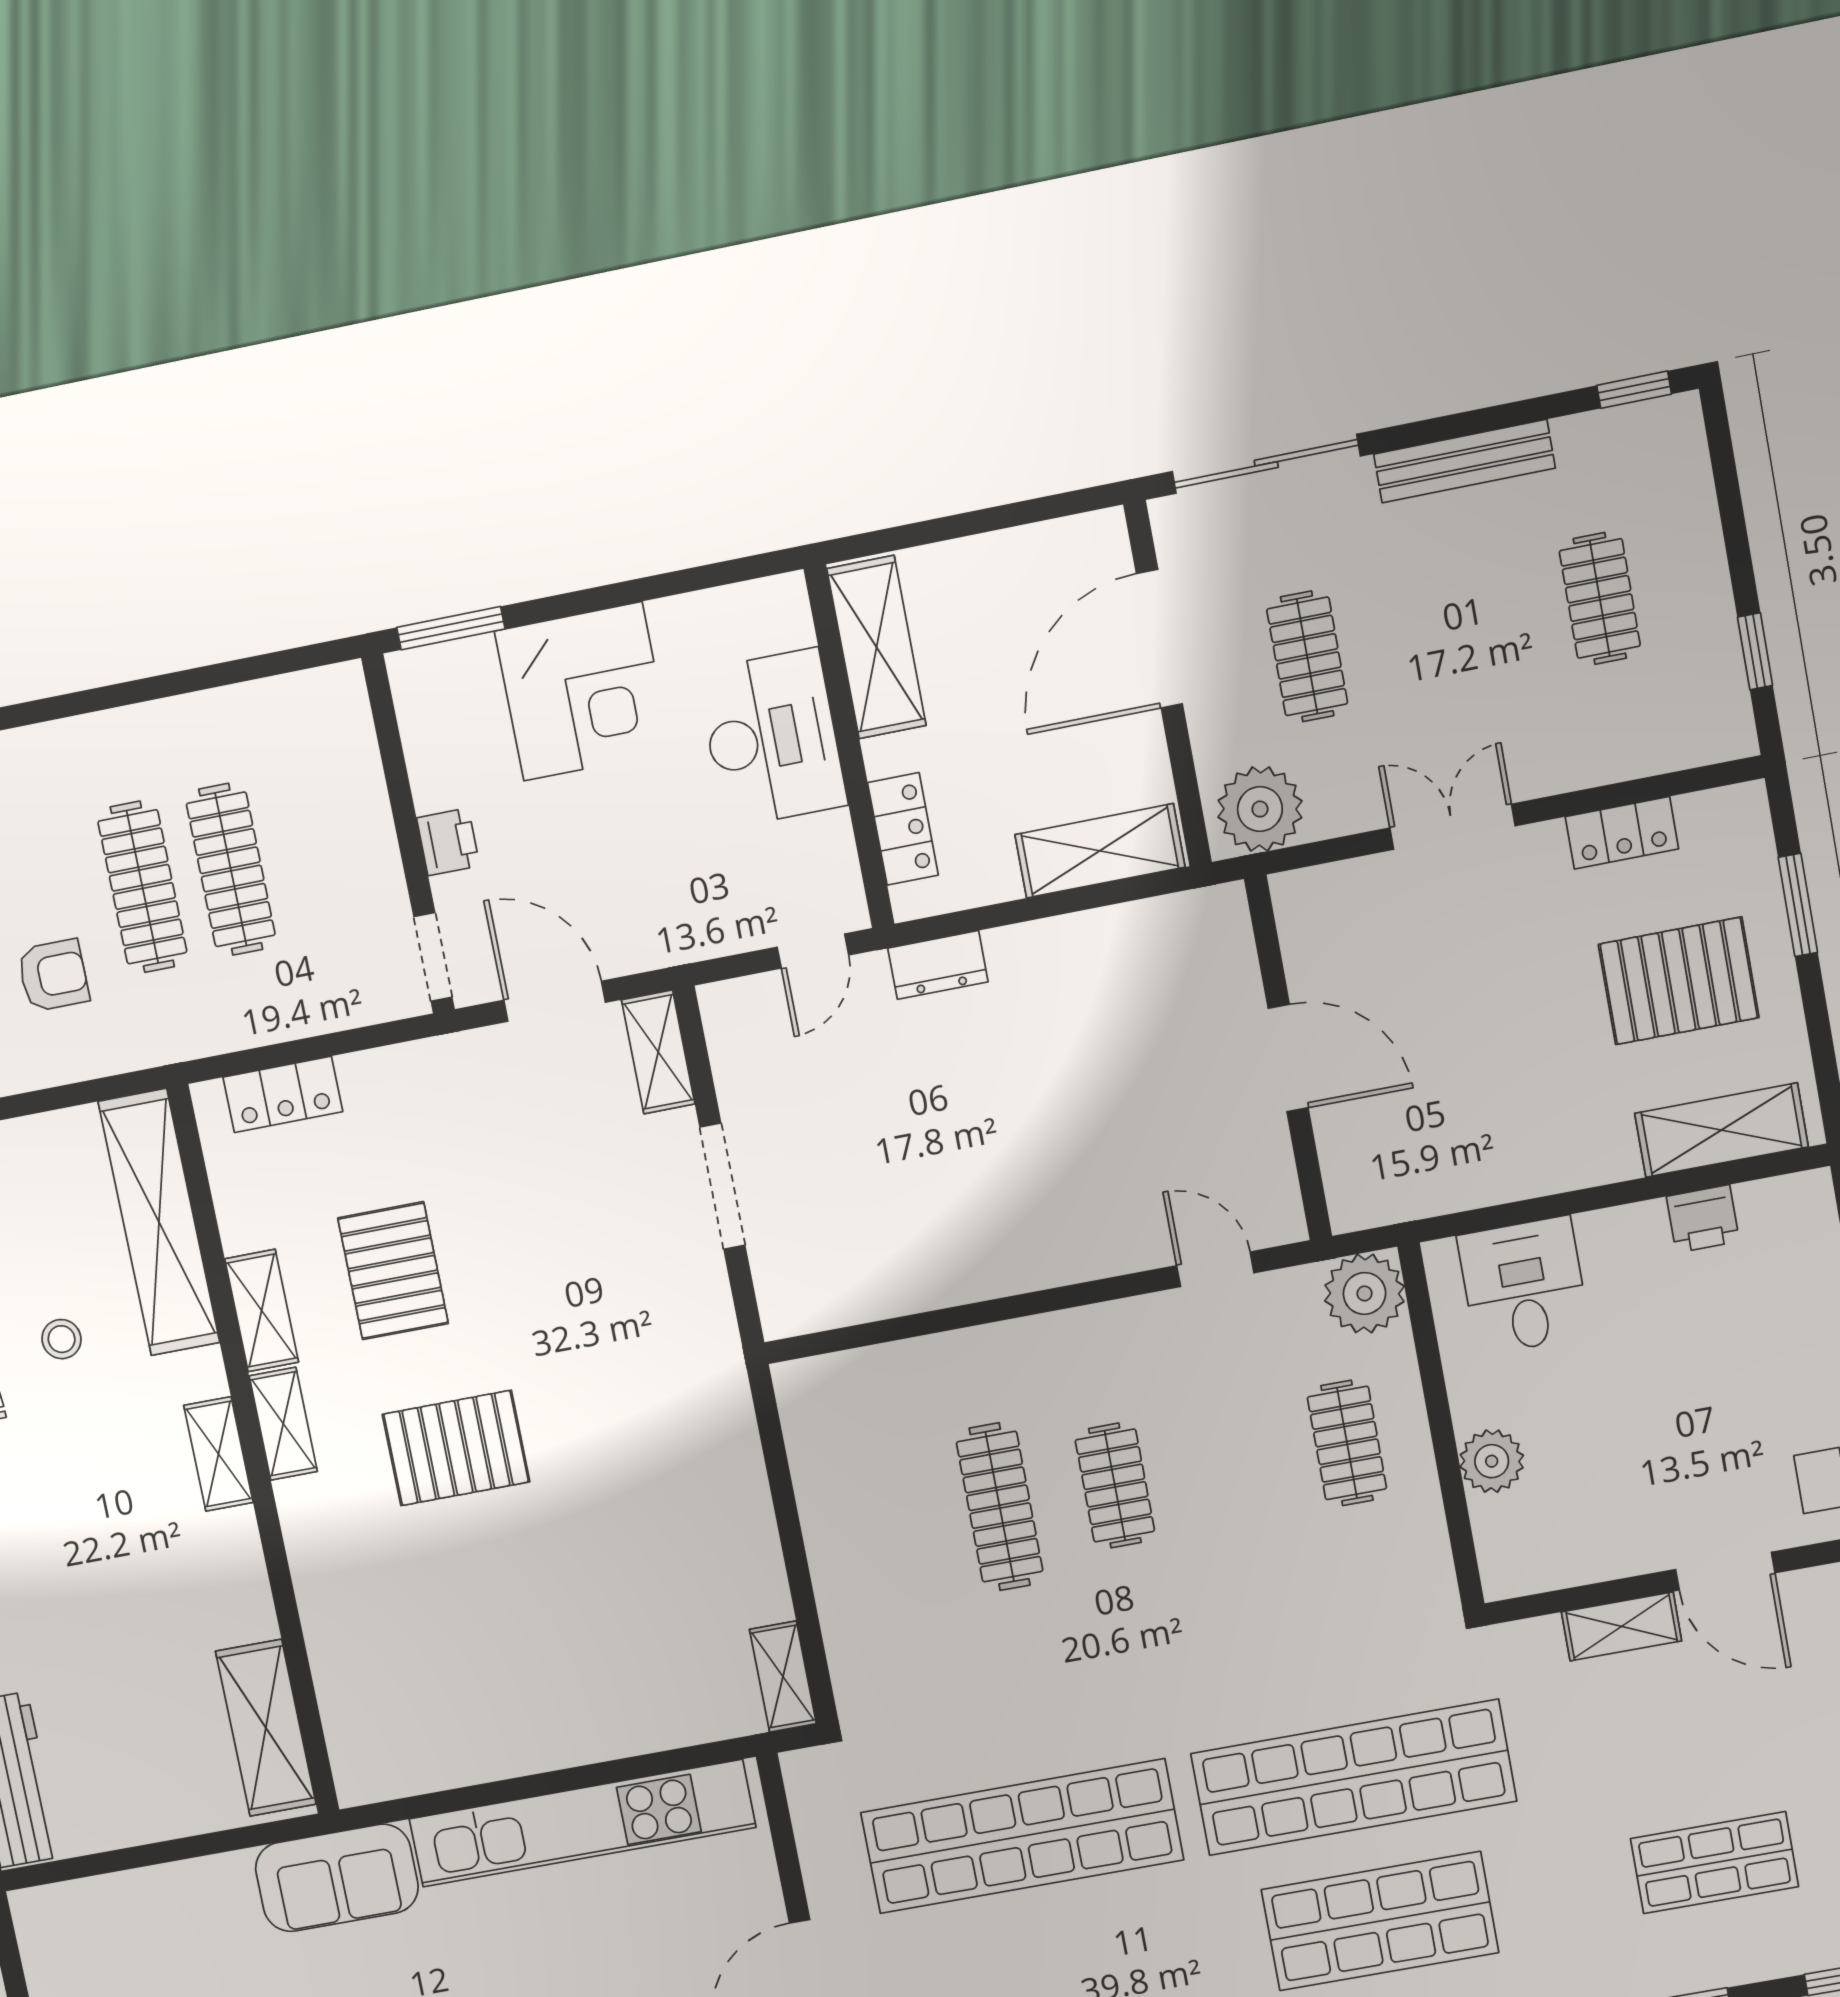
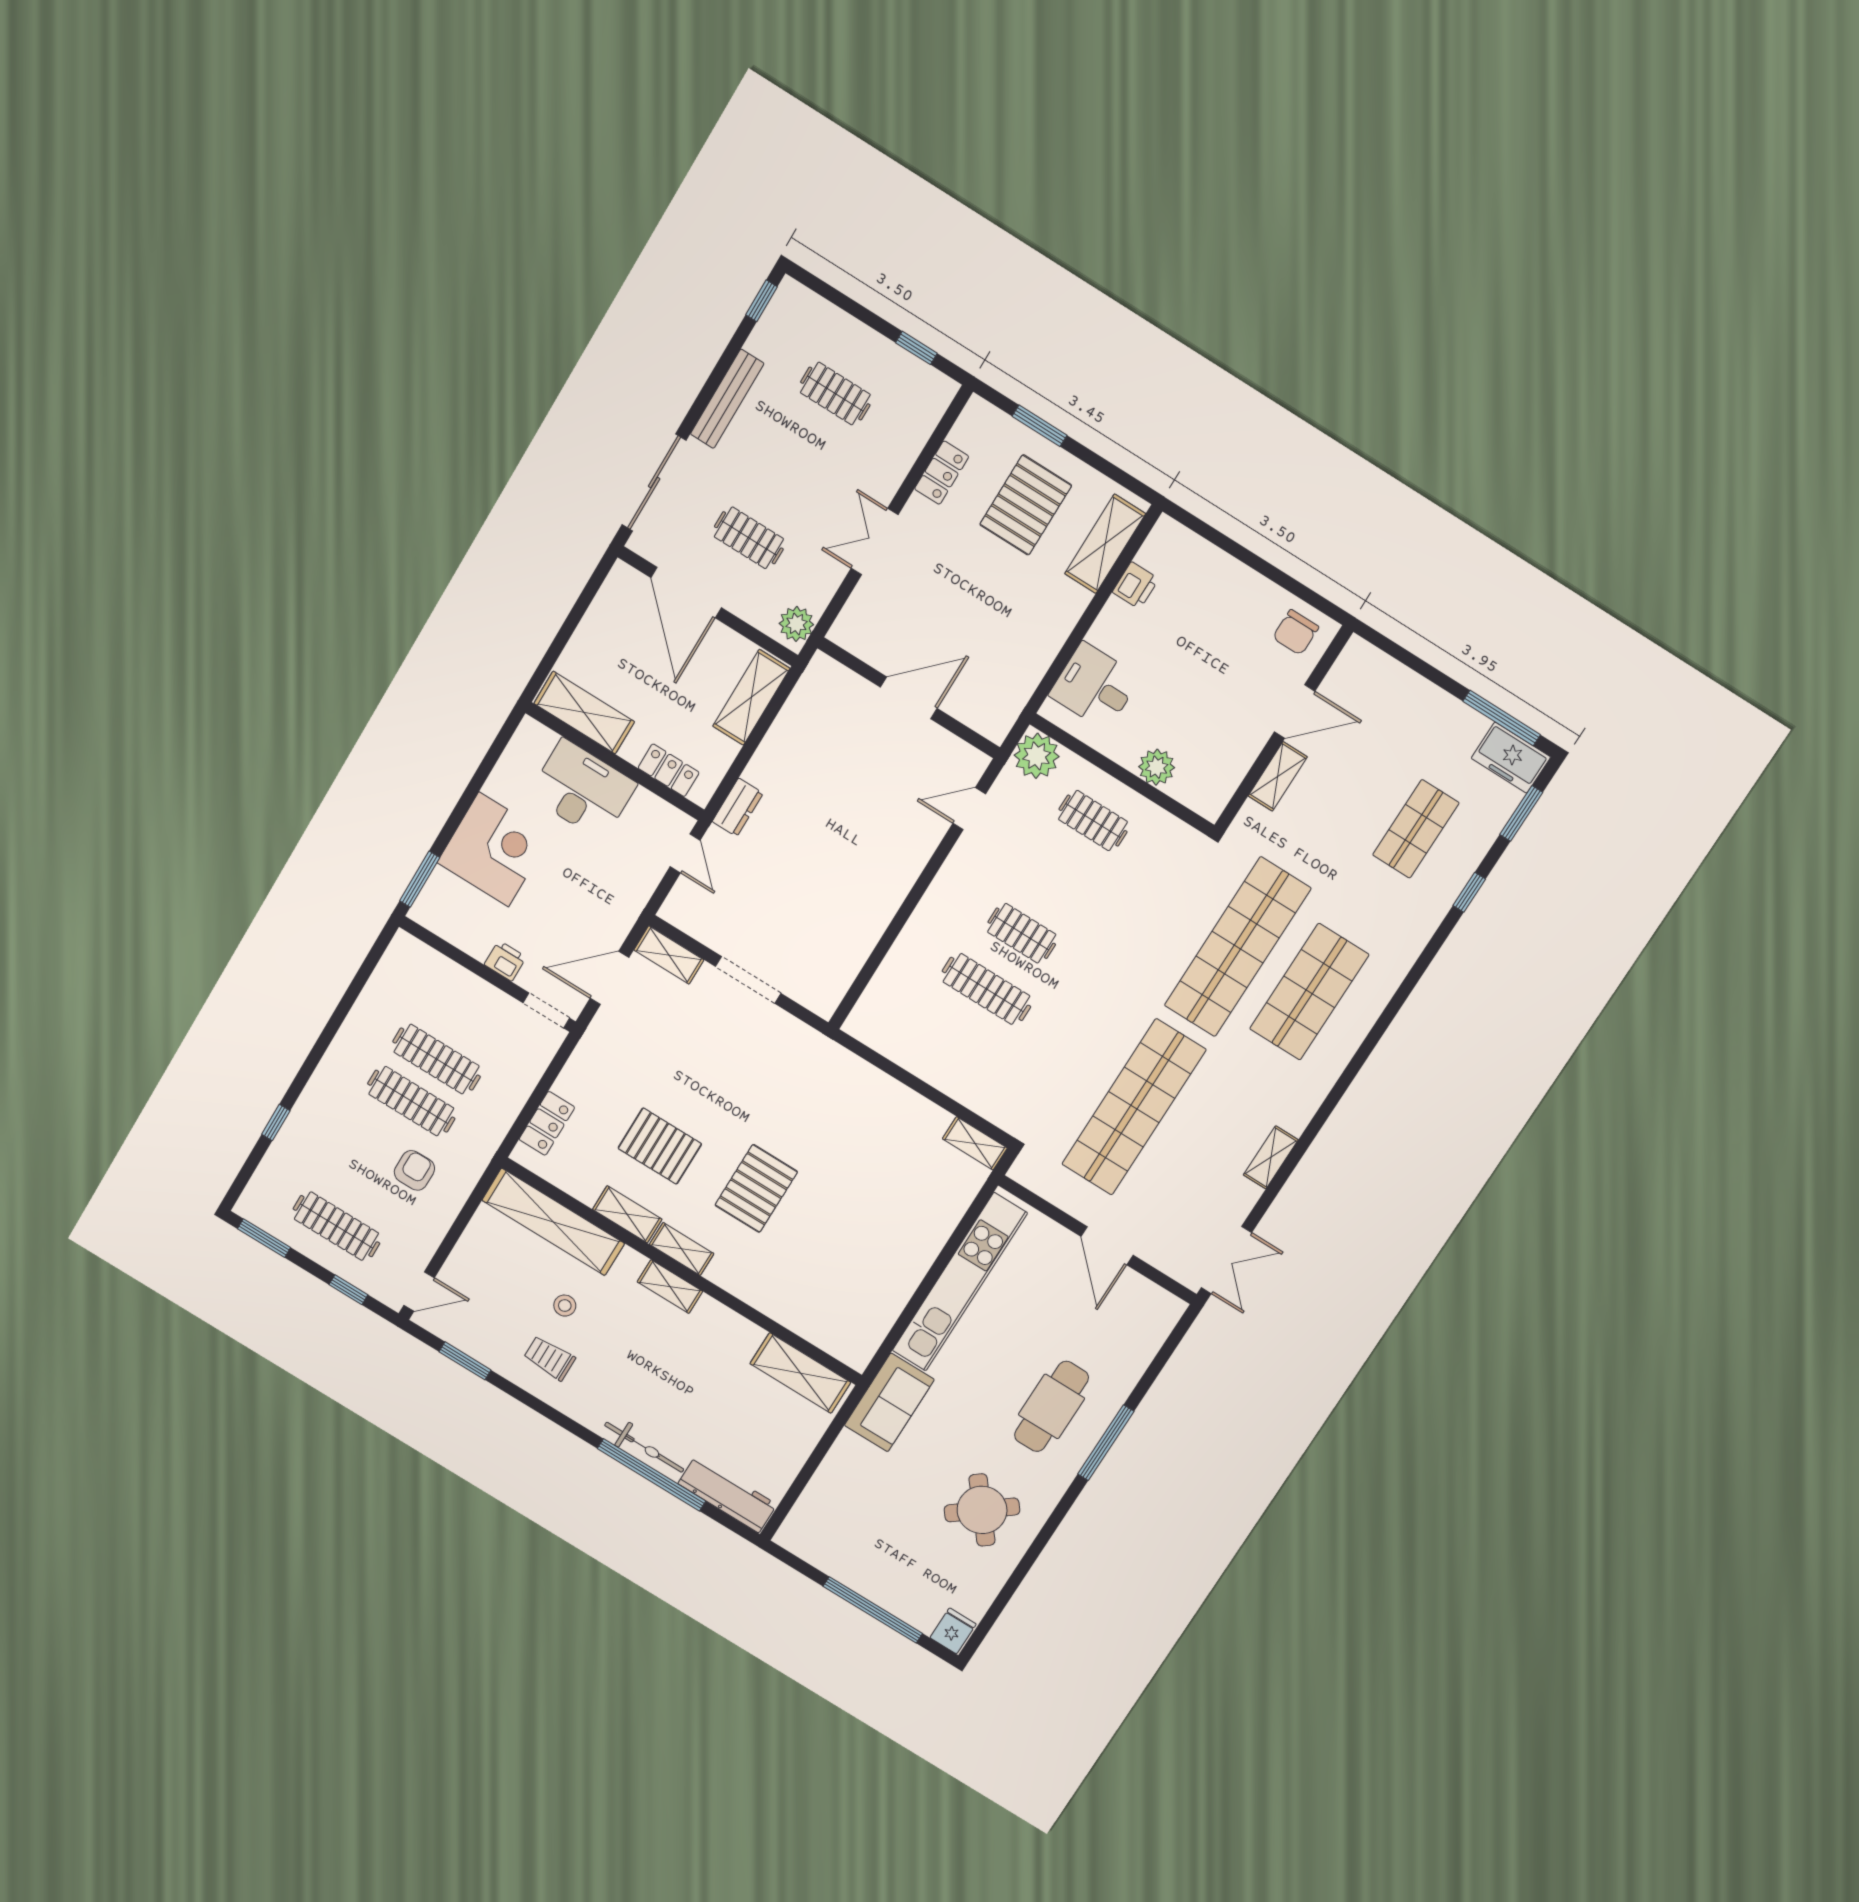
plant: (1260, 809) -> (796, 624), width x0.73, depth x0.73

